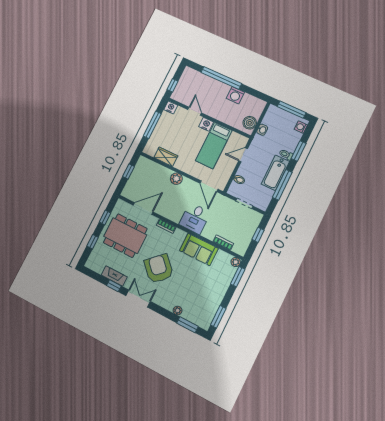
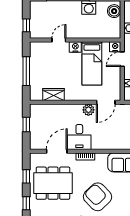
nightstand: (171, 107) -> (115, 47), moved
door: (195, 111) -> (59, 40), hinge flipped
boiler: (250, 123) -> (114, 11), moved
plant: (176, 179) -> (88, 110), moved
door: (209, 186) -> (106, 102), hinge flipped
desk: (195, 218) -> (79, 137), moved

